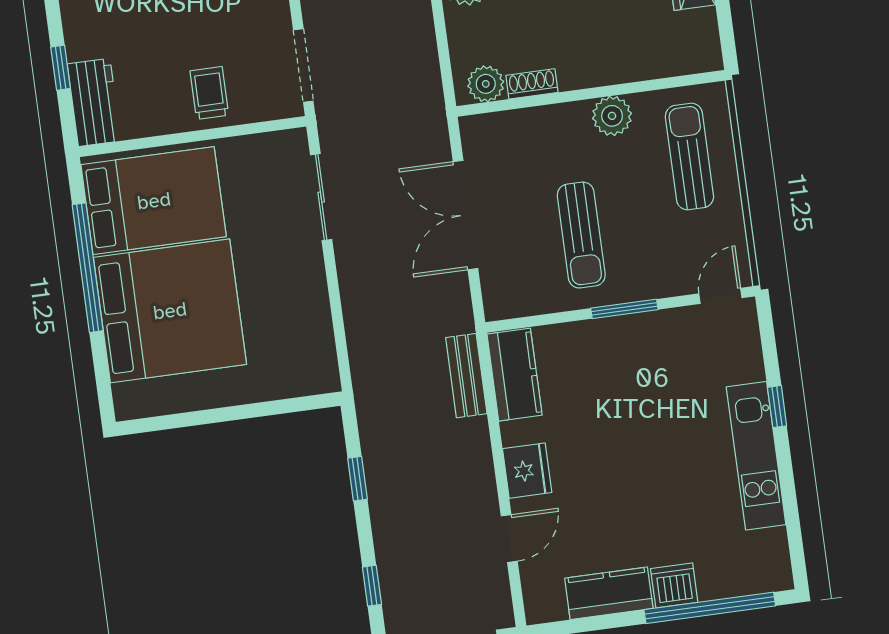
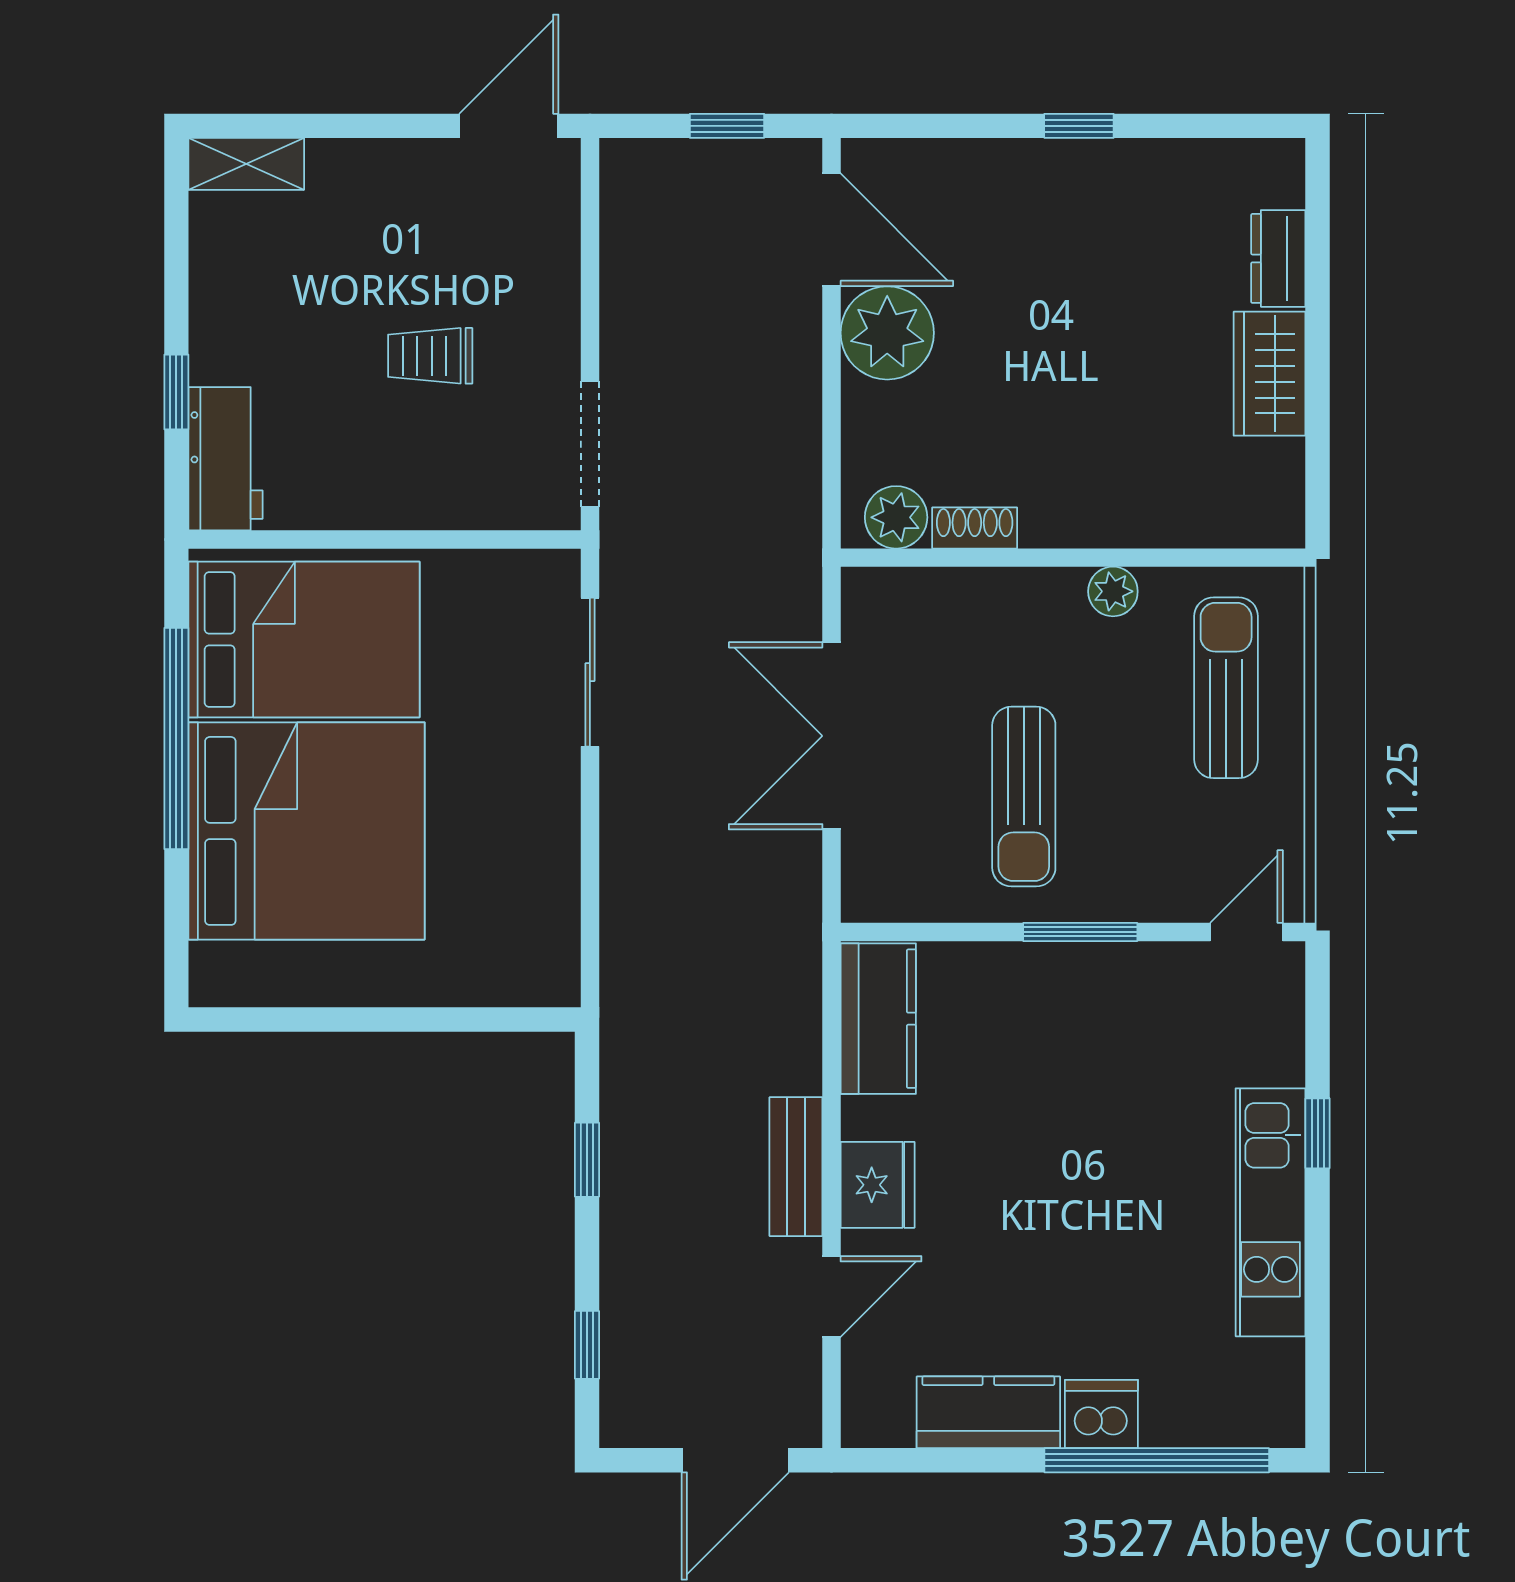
trolley: (209, 93) -> (430, 356), moved, turned -90
plant: (612, 116) -> (1113, 591), width x0.73, depth x0.73
bench: (466, 376) -> (796, 1167), moved

